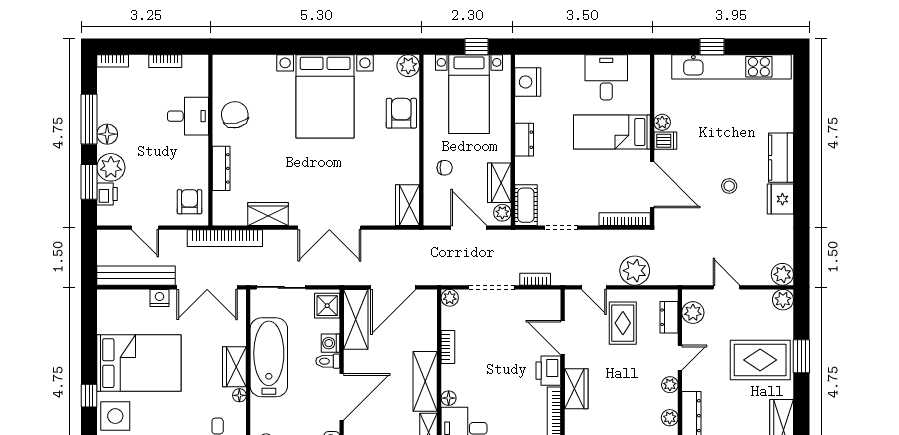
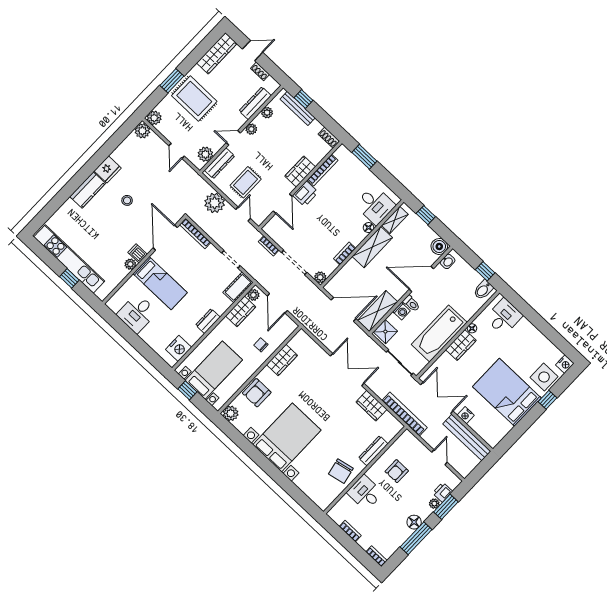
plant: (111, 167) -> (434, 504), width x0.53, depth x0.53
armchair: (189, 202) -> (397, 471), moved
wardrobe: (407, 205) -> (282, 360), moved
dresser: (669, 317) -> (220, 163), width x1.44

